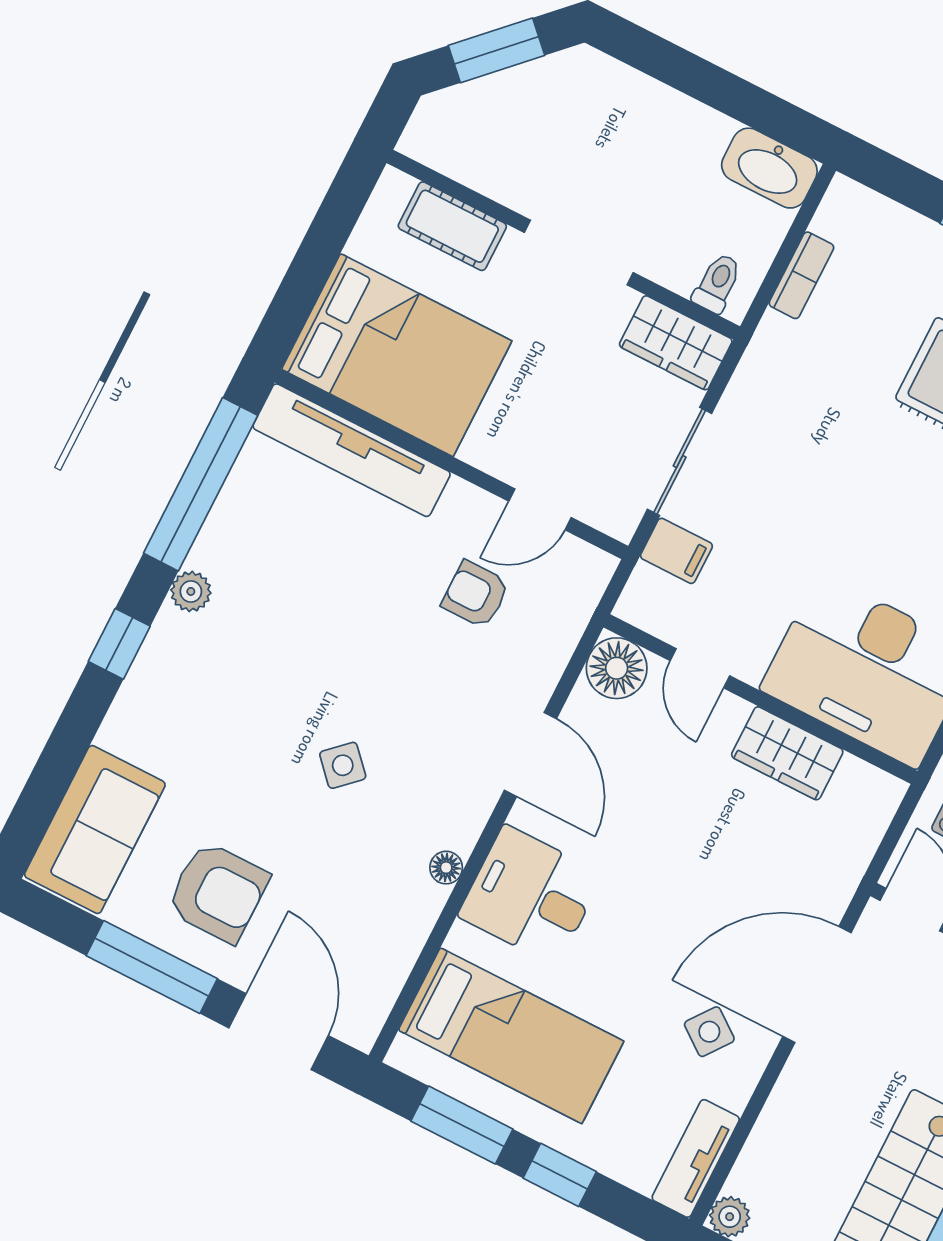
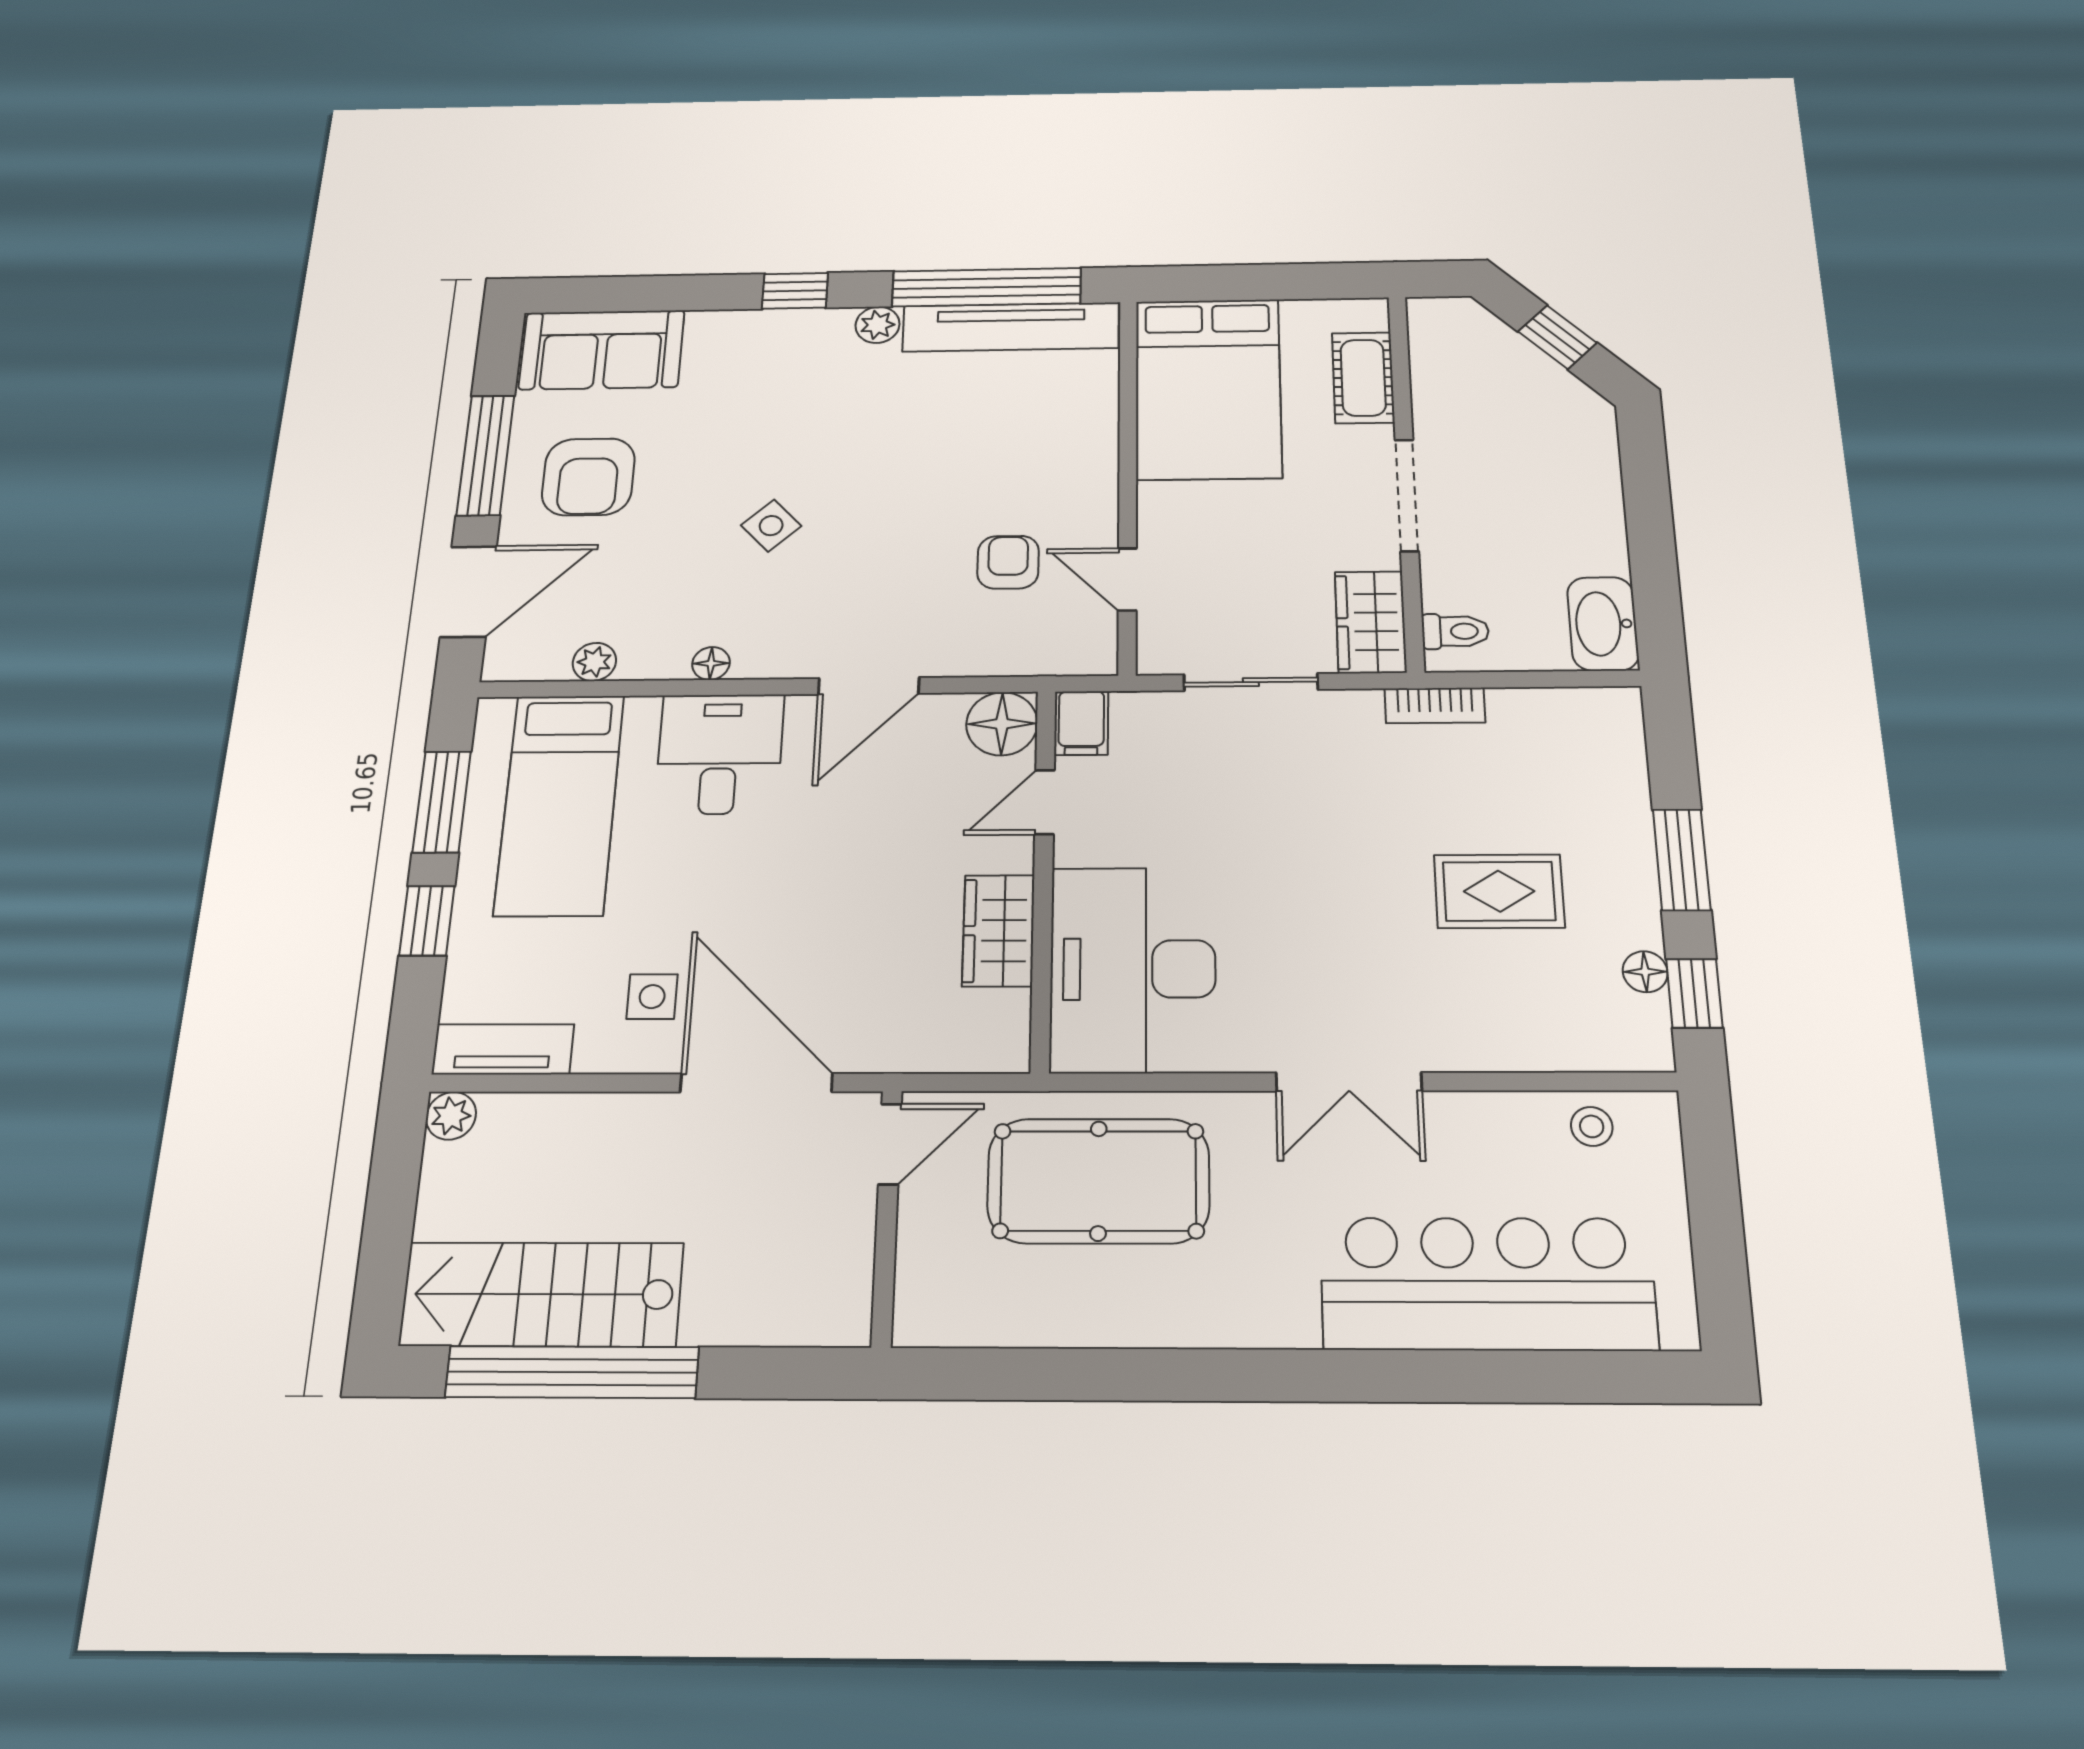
window: (496, 50) -> (1557, 337), width x0.67
bookcase: (801, 275) -> (1435, 705), moved
tv unit: (352, 450) -> (1011, 327), moved, turned -90
filing cabinet: (676, 551) -> (1081, 723), moved
plant: (397, 958) -> (594, 662), added
side table: (709, 1032) -> (652, 997), turned -37

